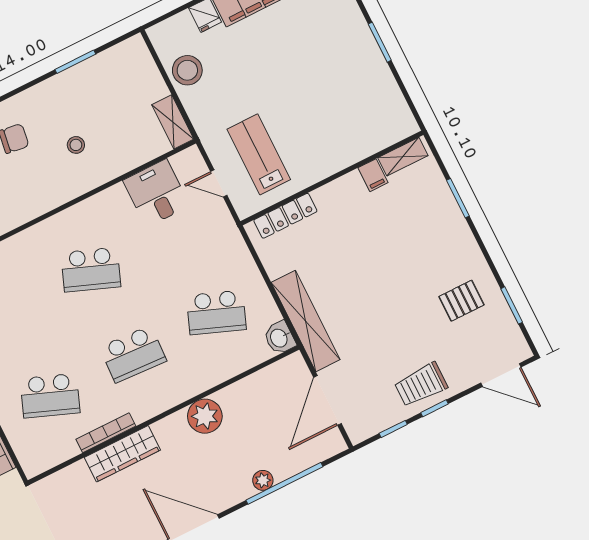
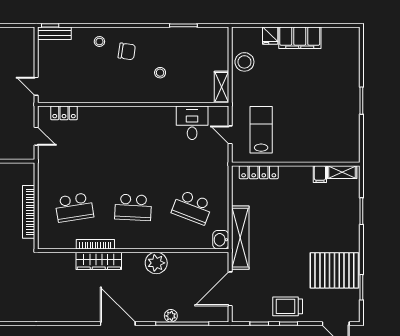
school desk: (91, 270) -> (133, 148), removed
pallet: (461, 301) -> (334, 270), width x2.05, depth x2.00
school desk: (50, 396) -> (74, 207), turned -30

